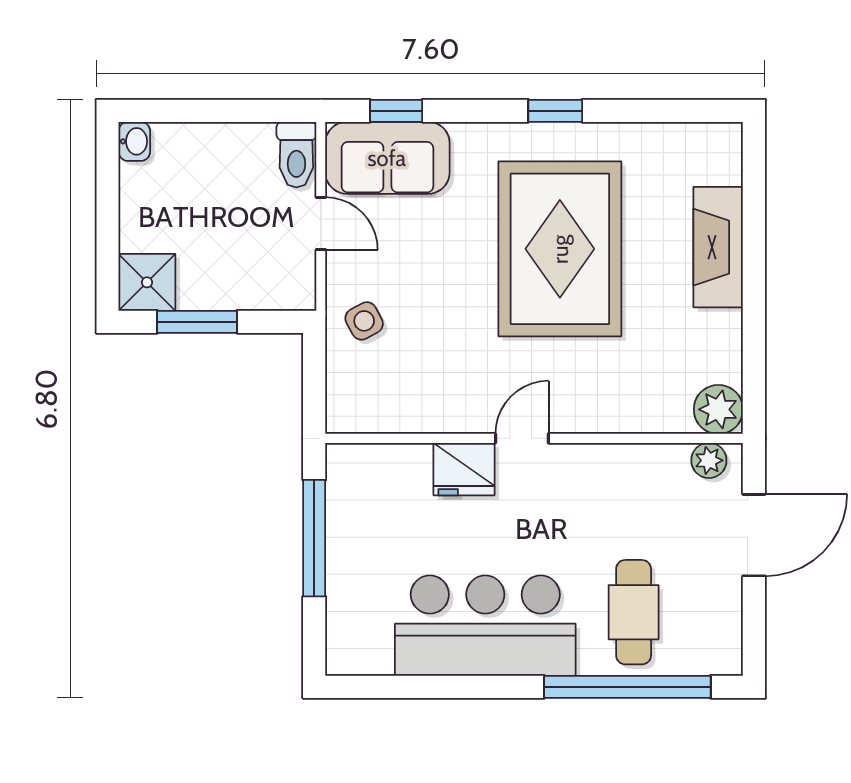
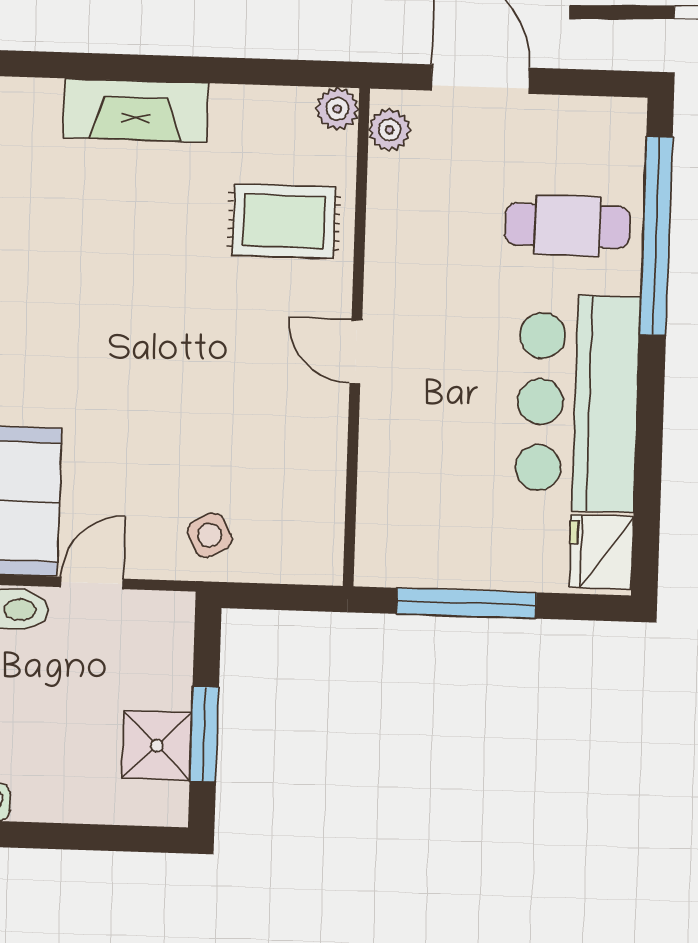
rug: (560, 249) -> (284, 221), moved, width x0.54, depth x0.49
shower: (147, 282) -> (157, 746), moved
plant: (718, 409) -> (337, 109), width x0.73, depth x0.73
fridge: (464, 469) -> (601, 552), moved, turned 180

